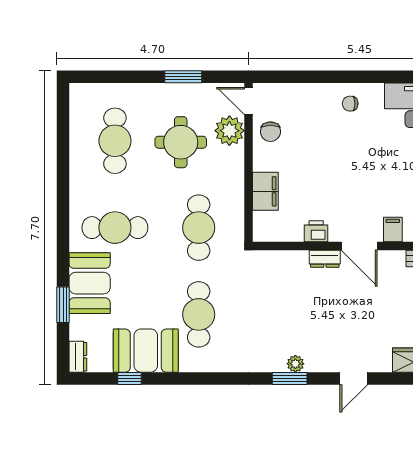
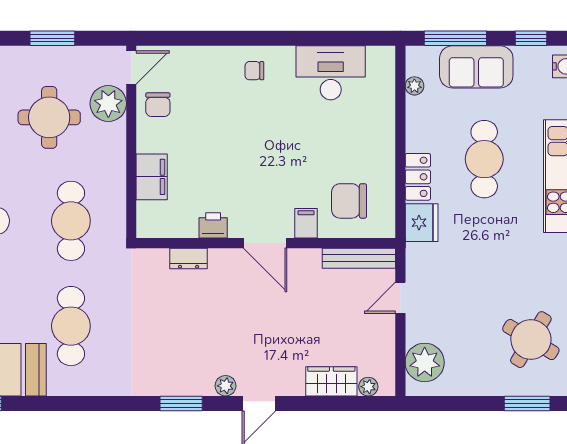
door: (248, 101) -> (131, 68), swing flipped
dresser: (325, 259) -> (189, 258), moved
plant: (295, 364) -> (225, 386), moved

